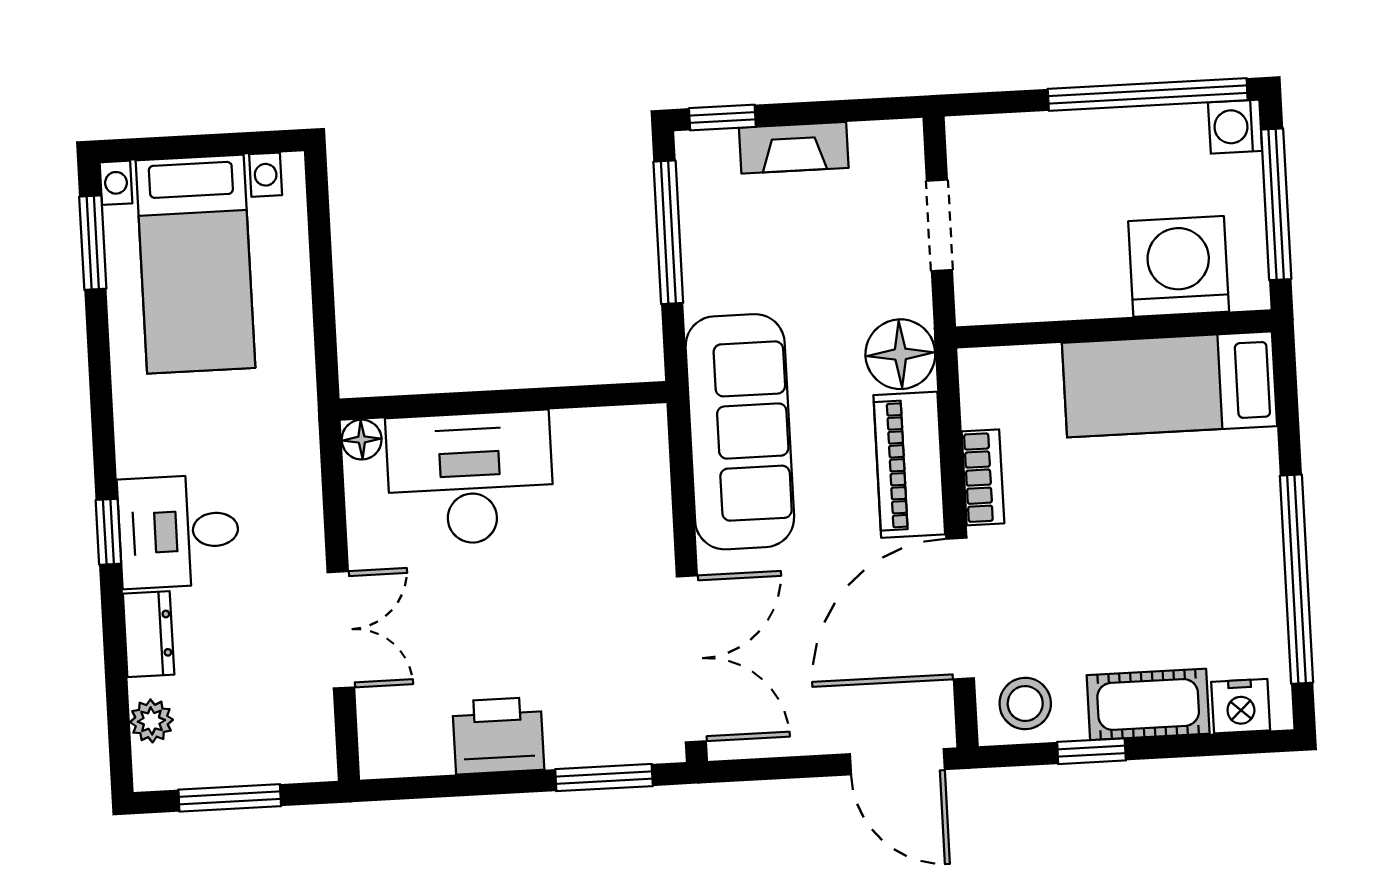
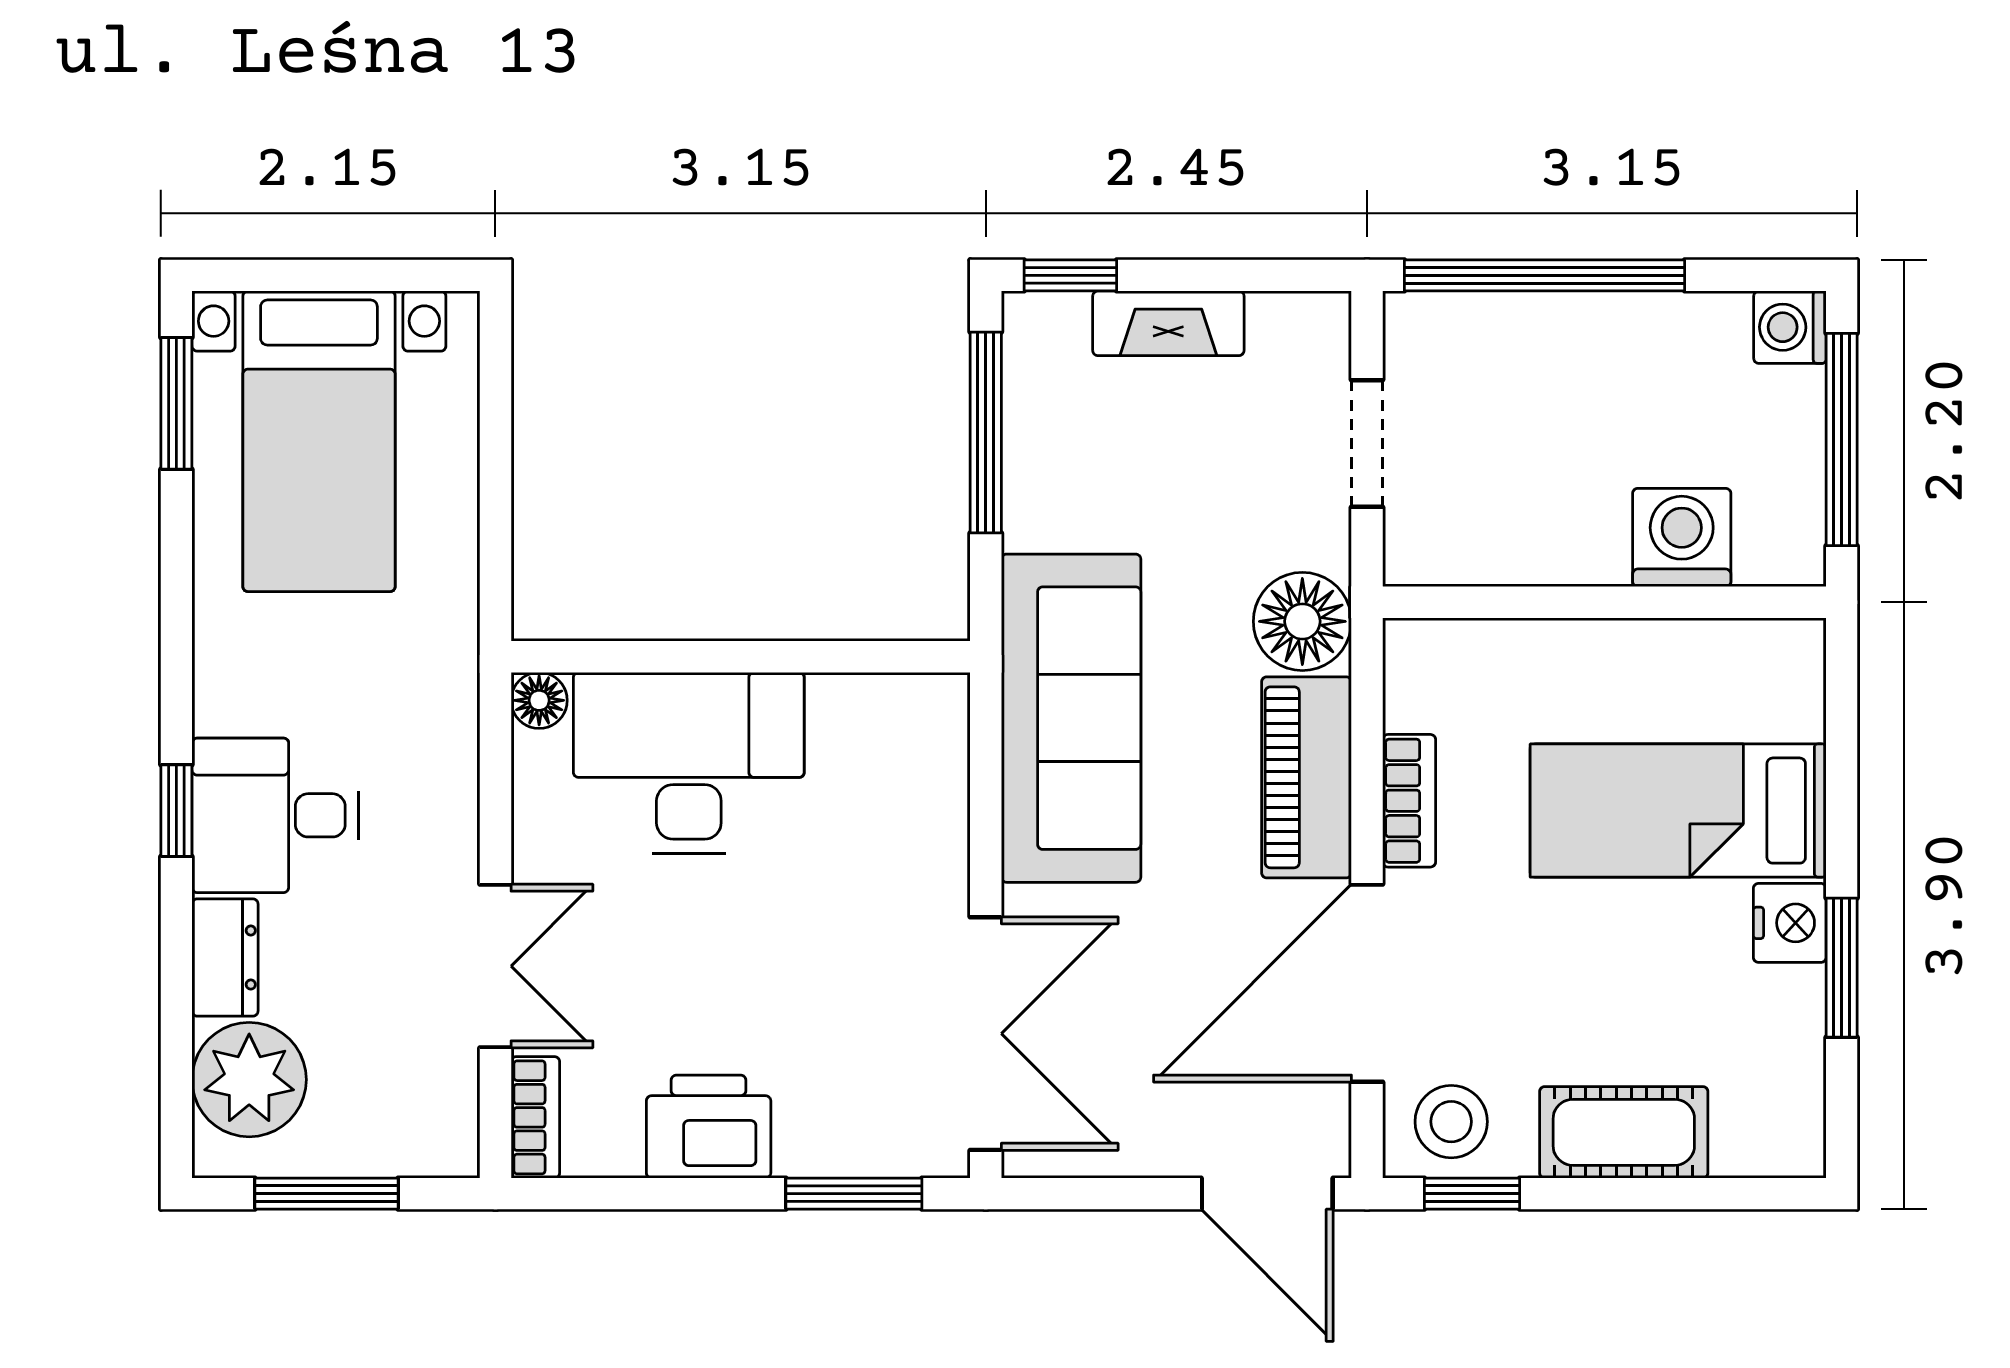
window: (1148, 94) -> (1545, 275), moved
washing machine: (1179, 266) -> (1682, 538), width x0.73, depth x0.73
bed: (1169, 384) -> (1678, 811), moved
window: (1296, 579) -> (1842, 968), width x0.47
nightstand: (1241, 706) -> (1790, 923), moved, turned -90
plant: (151, 721) -> (249, 1080), width x1.87, depth x1.87
bookcase: (375, 736) -> (535, 1117), added
window: (1091, 751) -> (1472, 1194), moved

